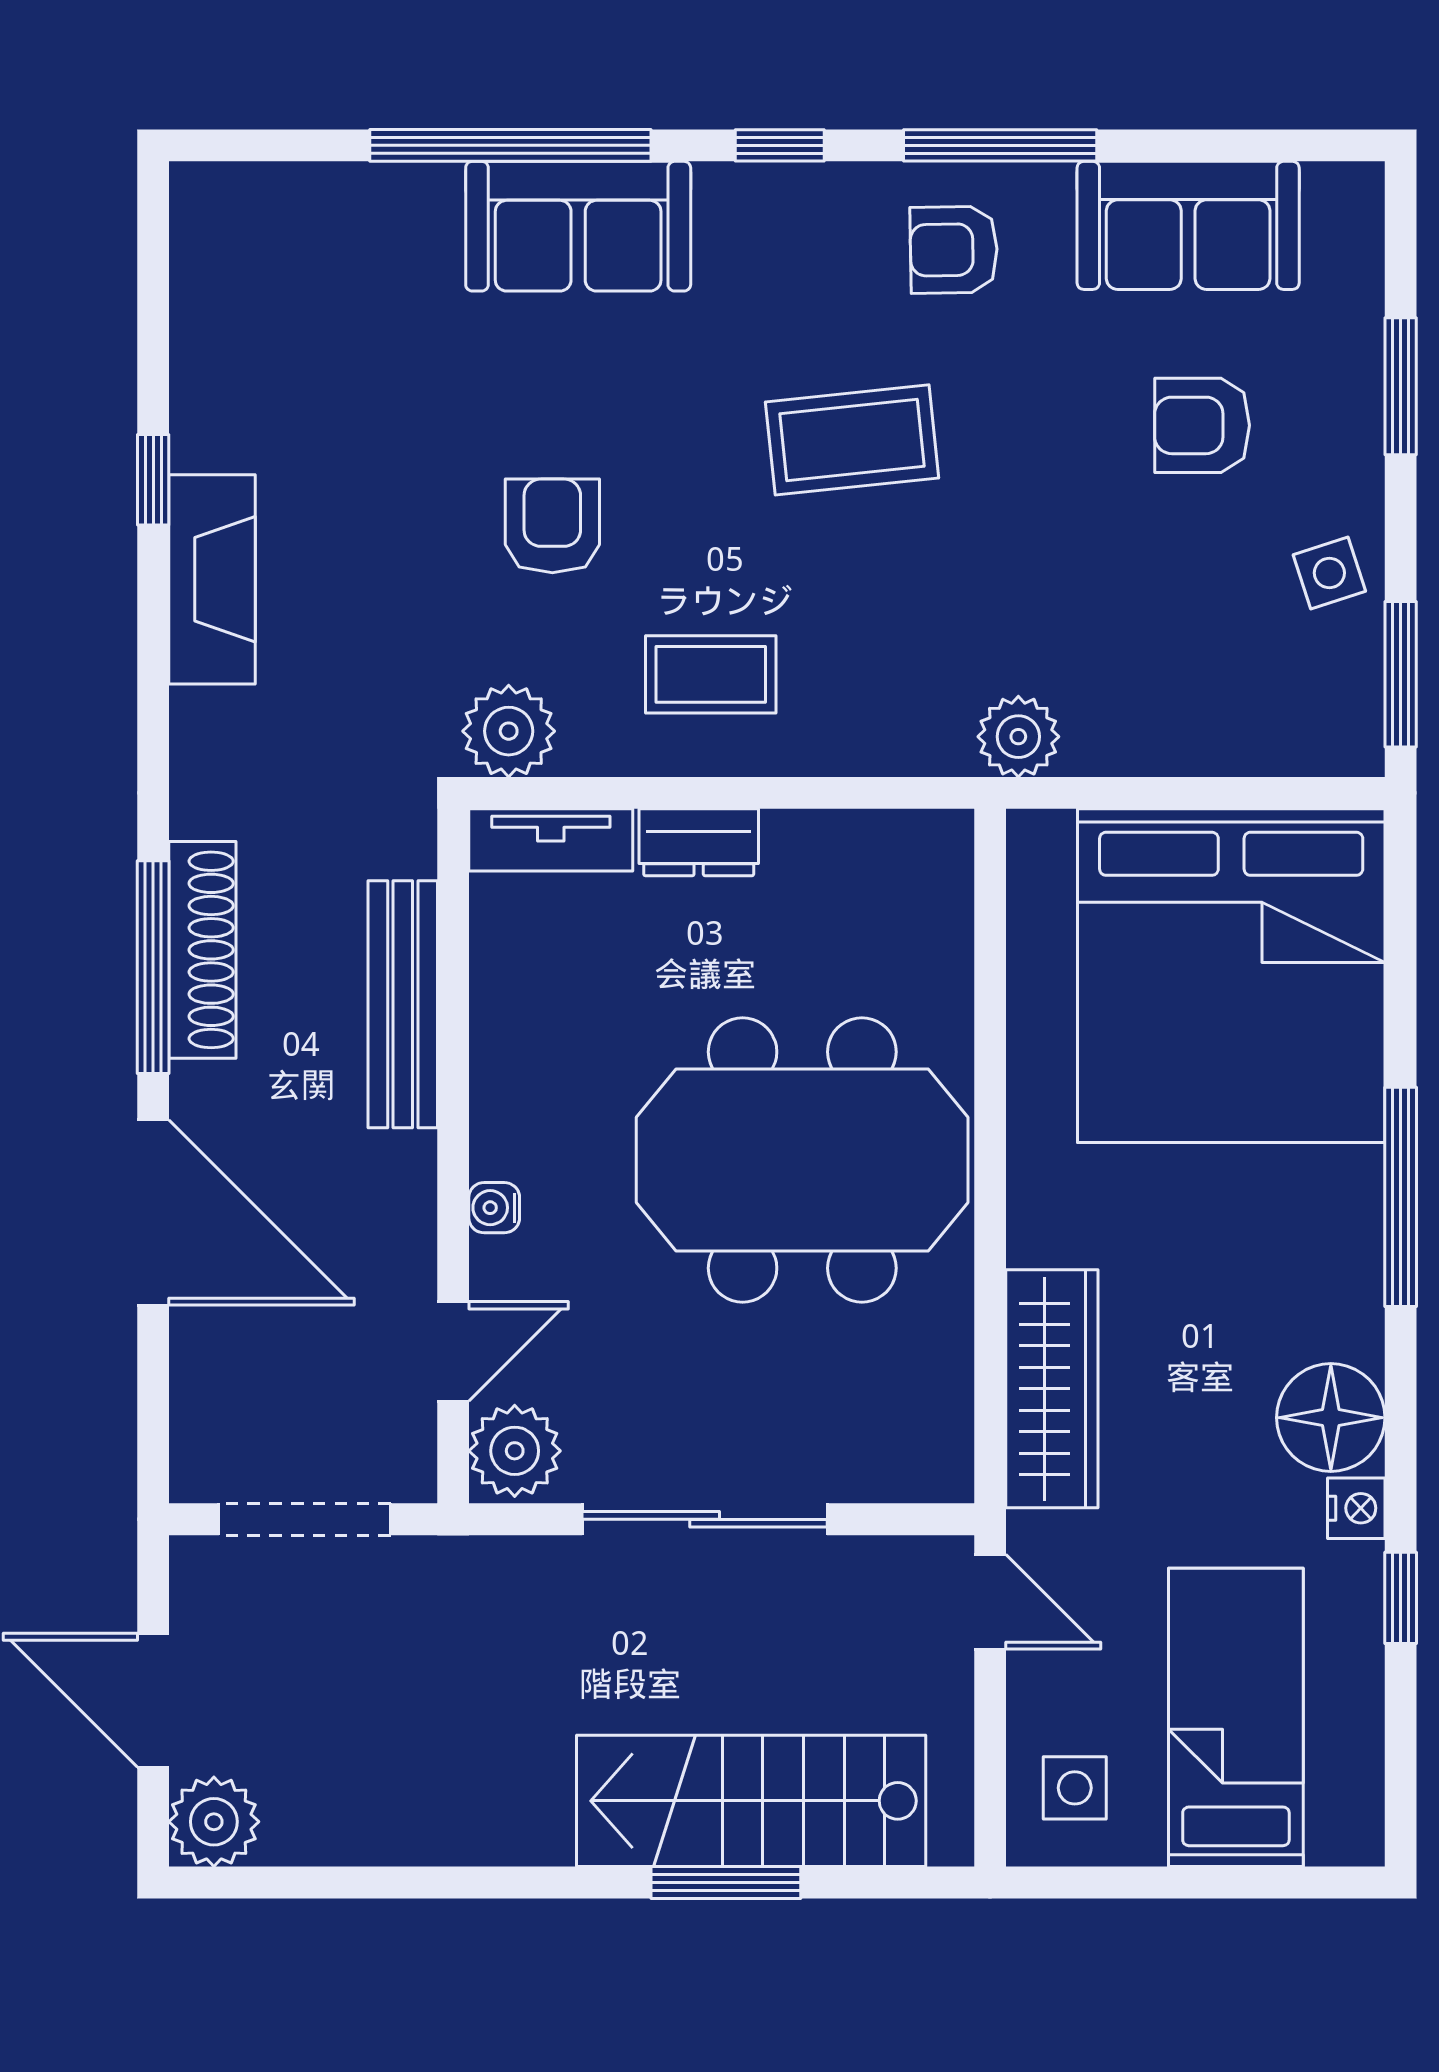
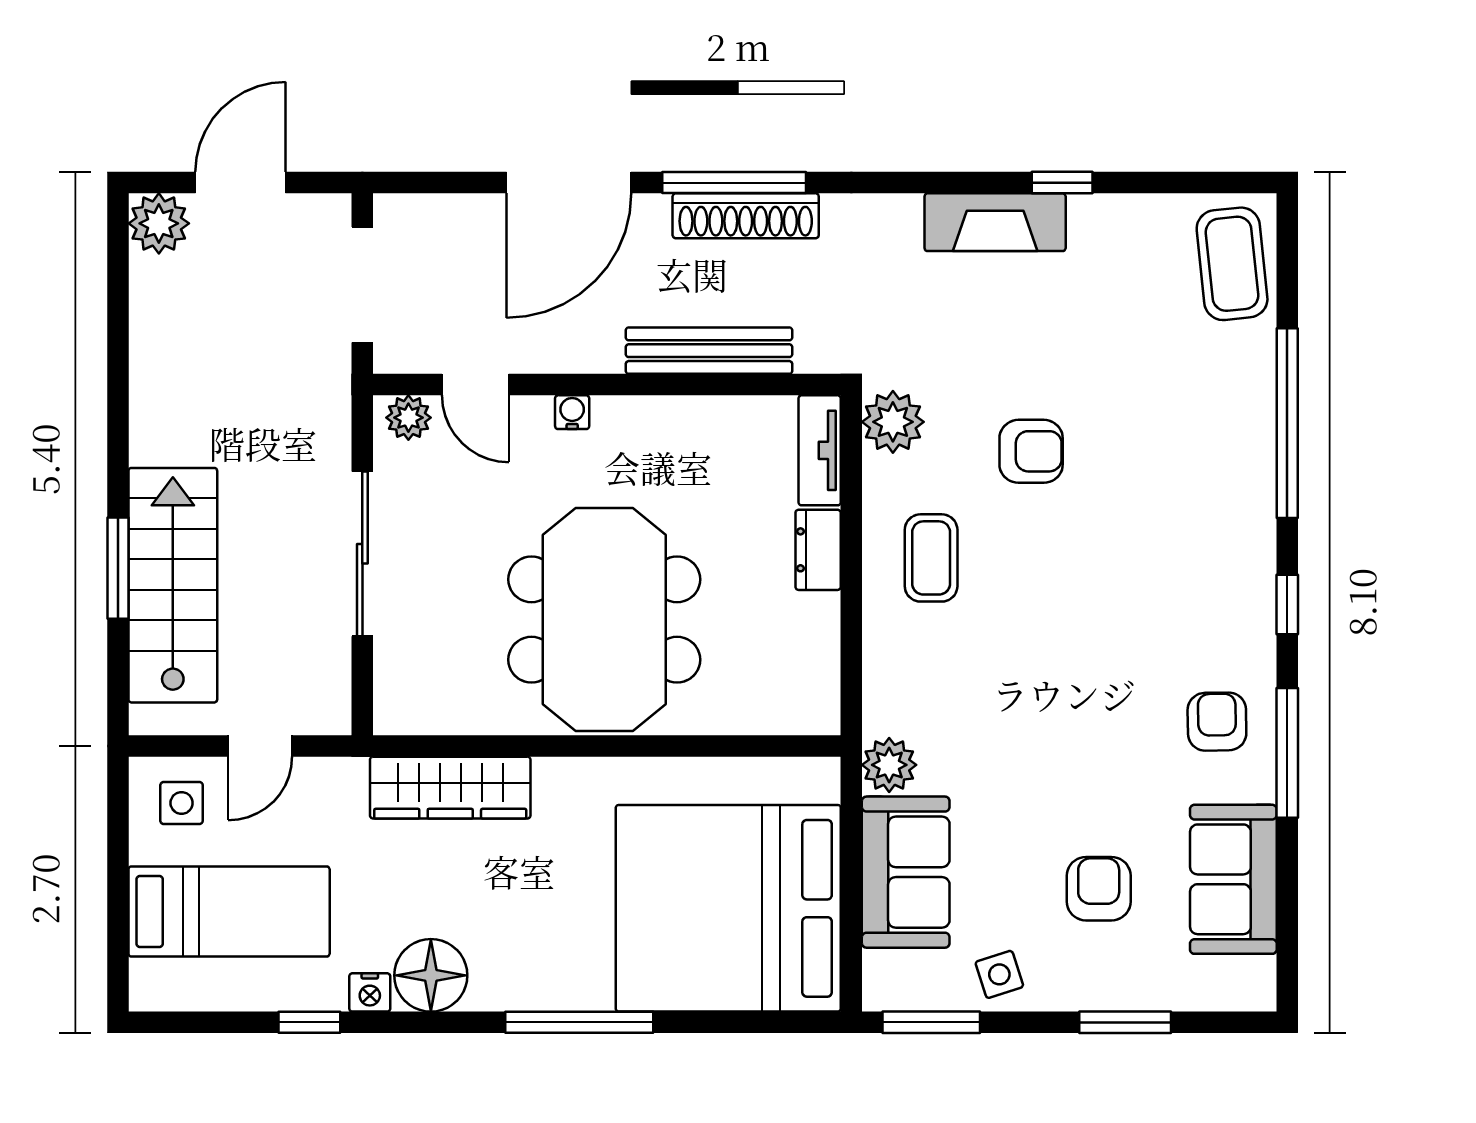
sofa: (578, 226) -> (906, 872), moved, turned 180
coffee table: (852, 440) -> (1232, 264), moved
plant: (515, 1451) -> (408, 418), width x0.73, depth x0.73
door: (990, 1602) -> (260, 746), moved

